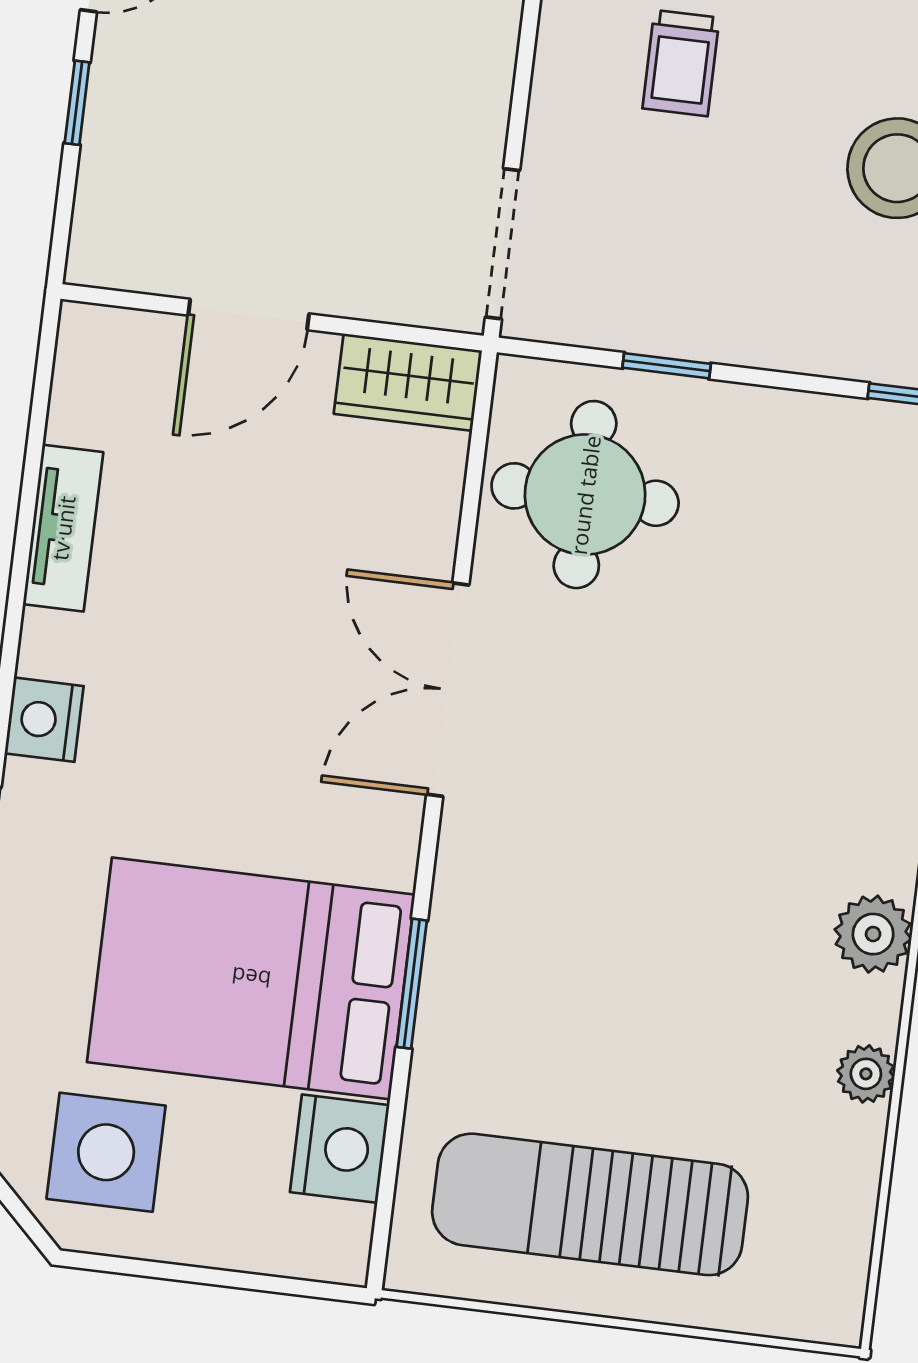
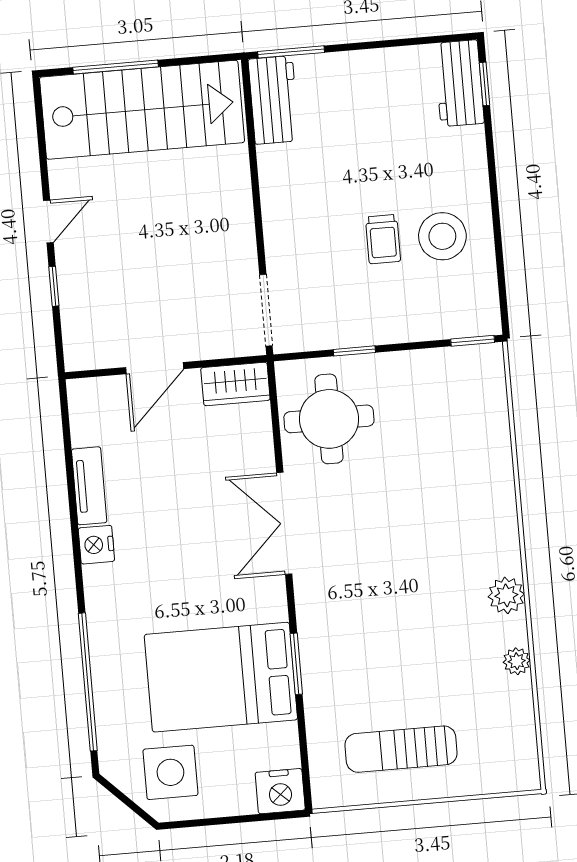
trolley: (681, 63) -> (383, 239), moved
nightstand: (44, 720) -> (96, 545), moved
nightstand: (340, 1149) -> (280, 791), moved, turned 90
sun lounger: (590, 1204) -> (401, 749), width x0.73, depth x0.75

